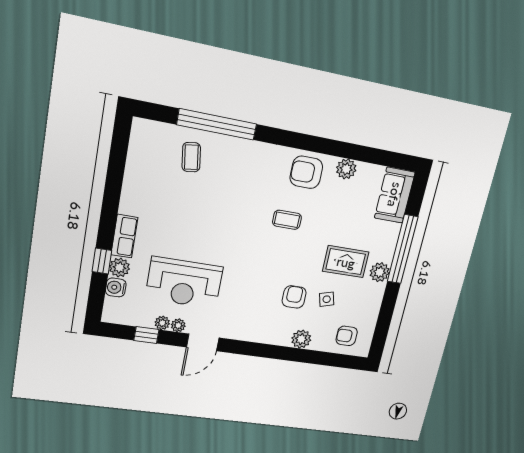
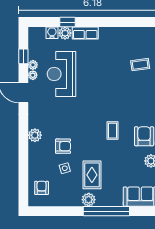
plant: (301, 339) -> (35, 135), moved

